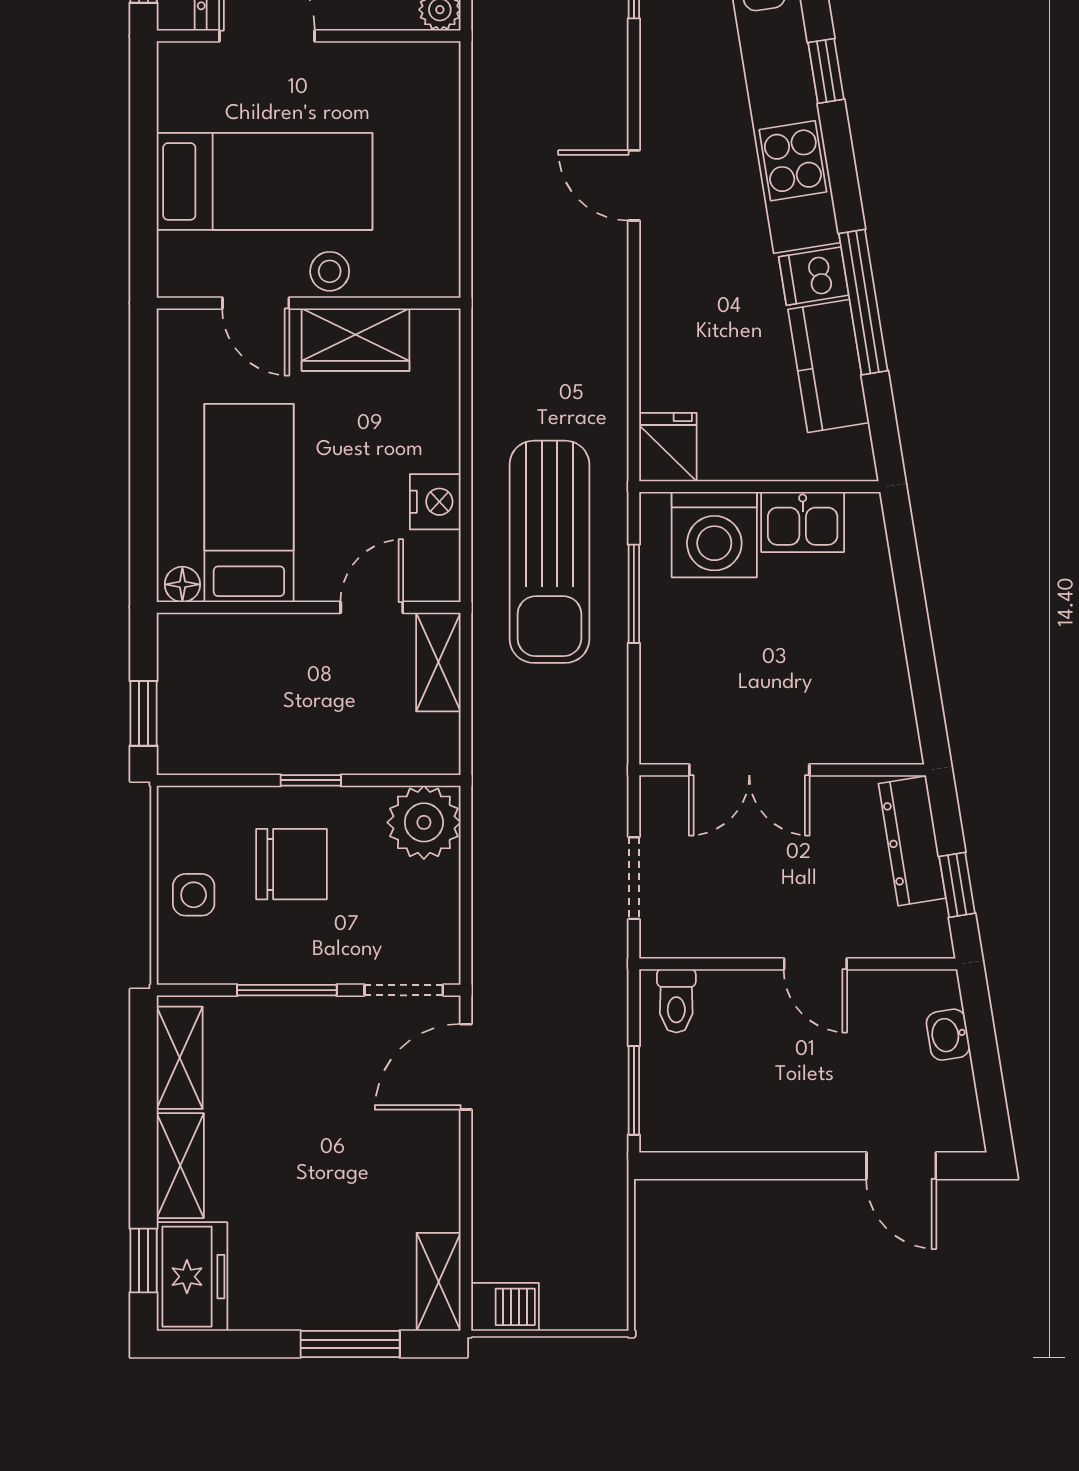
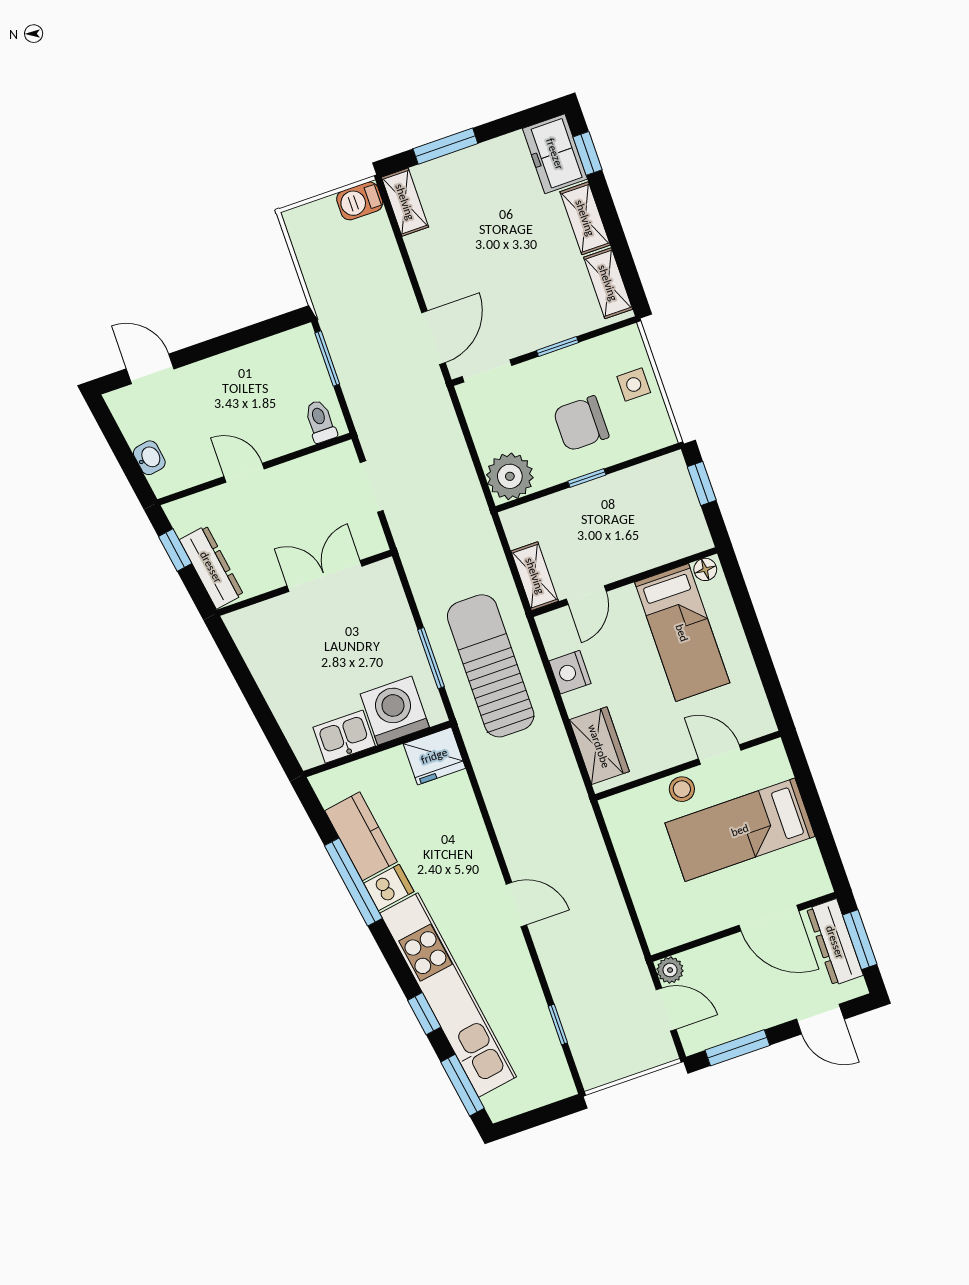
wardrobe: (356, 340) -> (599, 746), moved, turned 90
fridge: (668, 447) -> (434, 756), width x1.38
window: (287, 990) -> (557, 347), width x0.67

